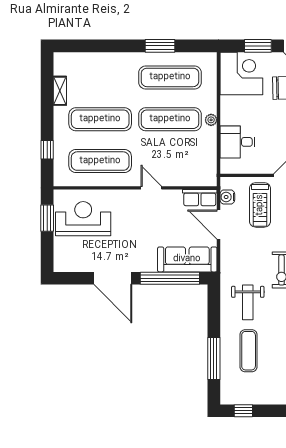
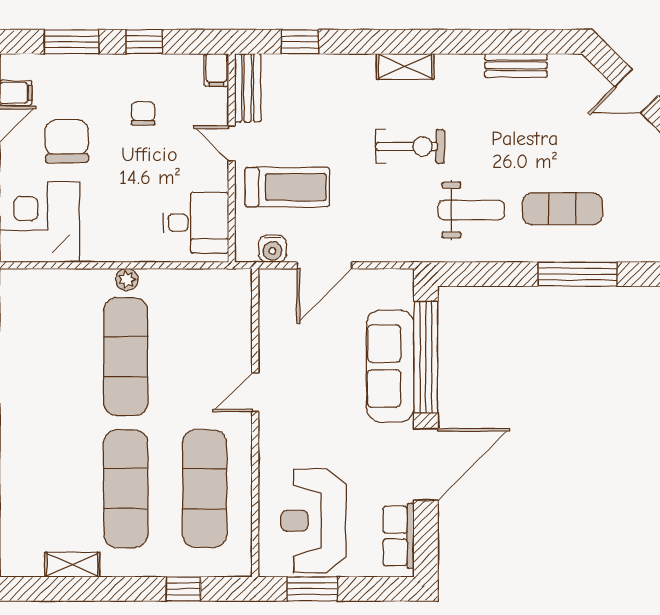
exercise mat: (170, 77) -> (47, 357), removed
desk: (237, 142) -> (196, 223), moved, turned -90
row of seats: (200, 198) -> (398, 536), moved, turned 180
sofa: (187, 259) -> (390, 366), moved

